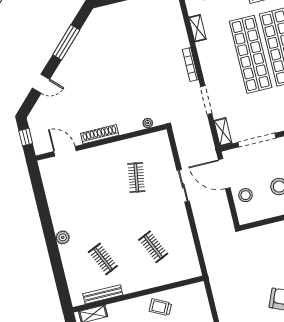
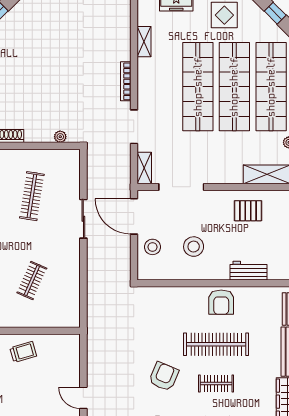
clothes rail: (136, 177) -> (32, 196), width x1.36
clothes rail: (153, 247) -> (32, 280), turned 48
trolley: (160, 307) -> (23, 352), turned 137

